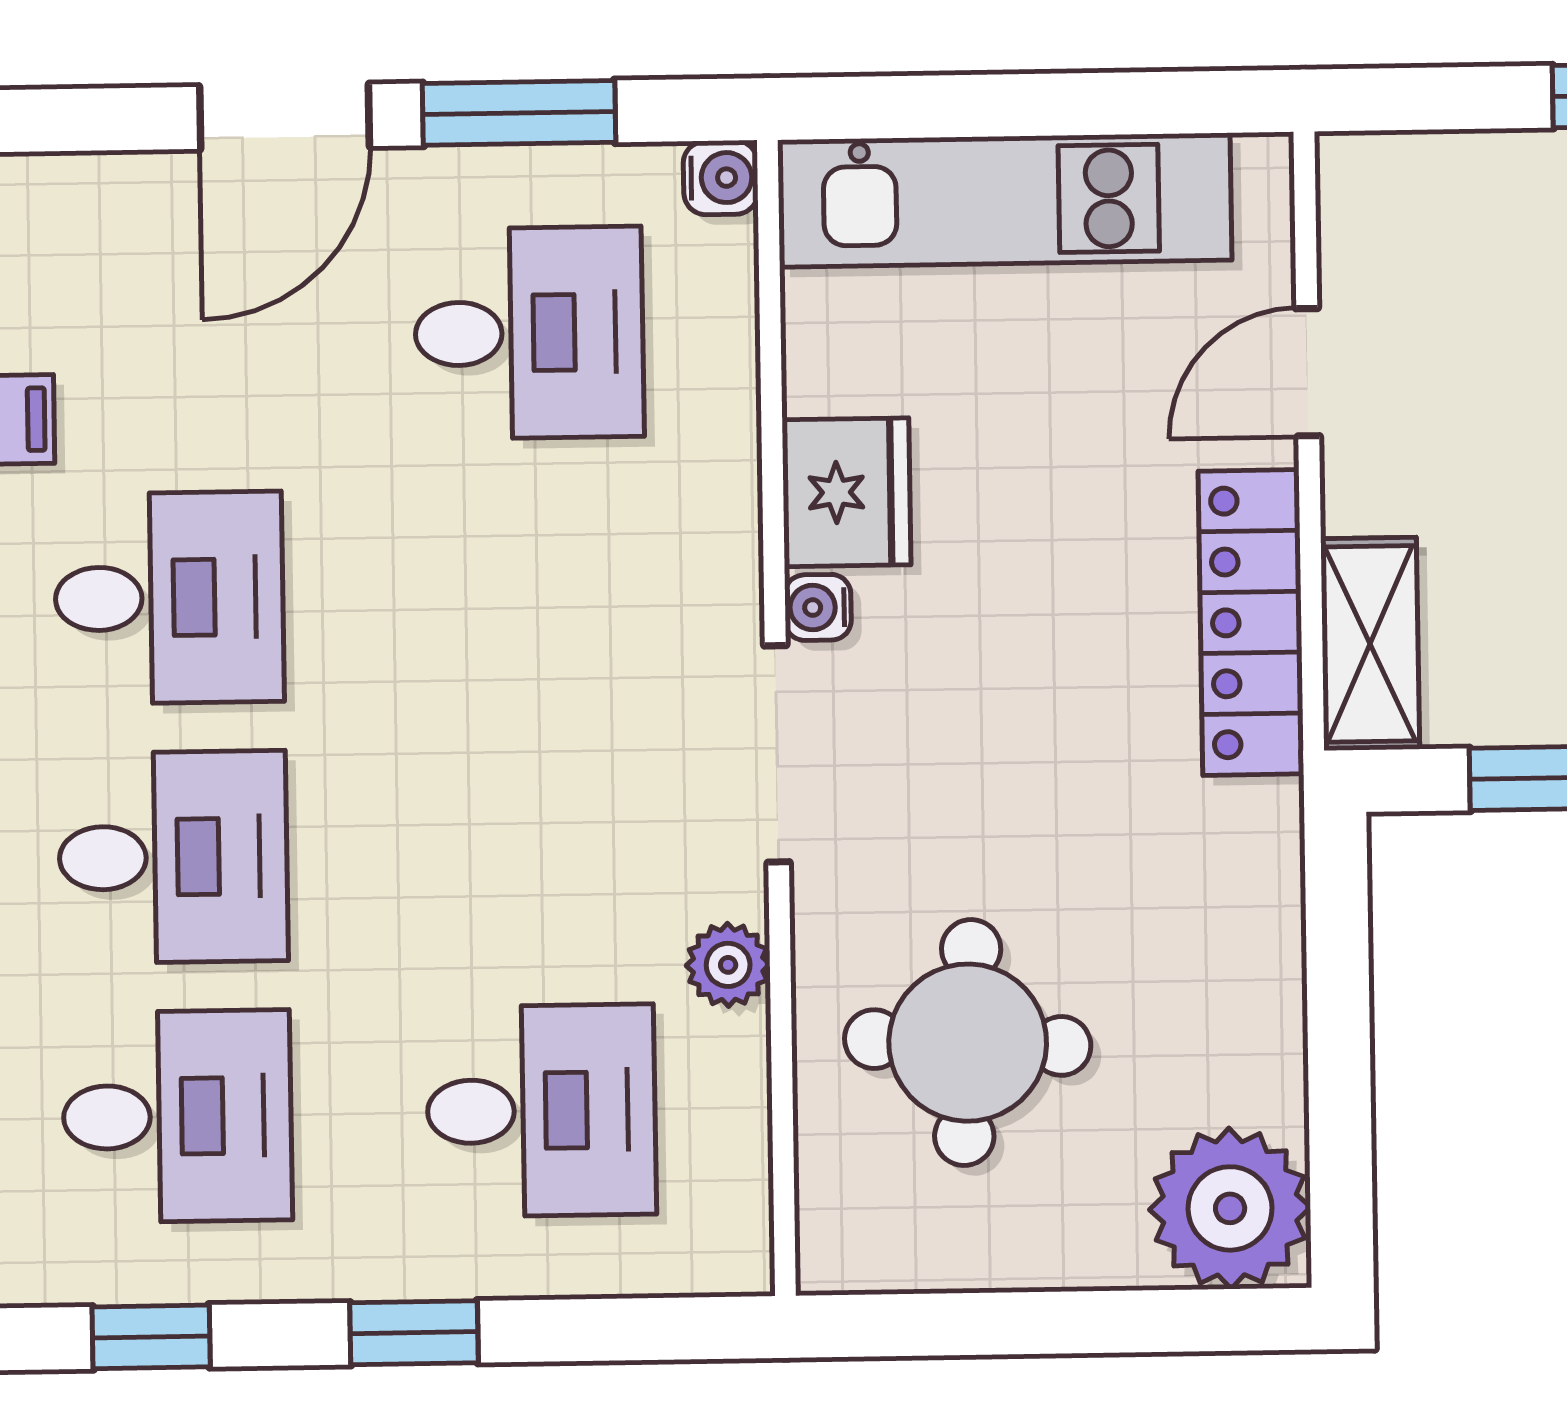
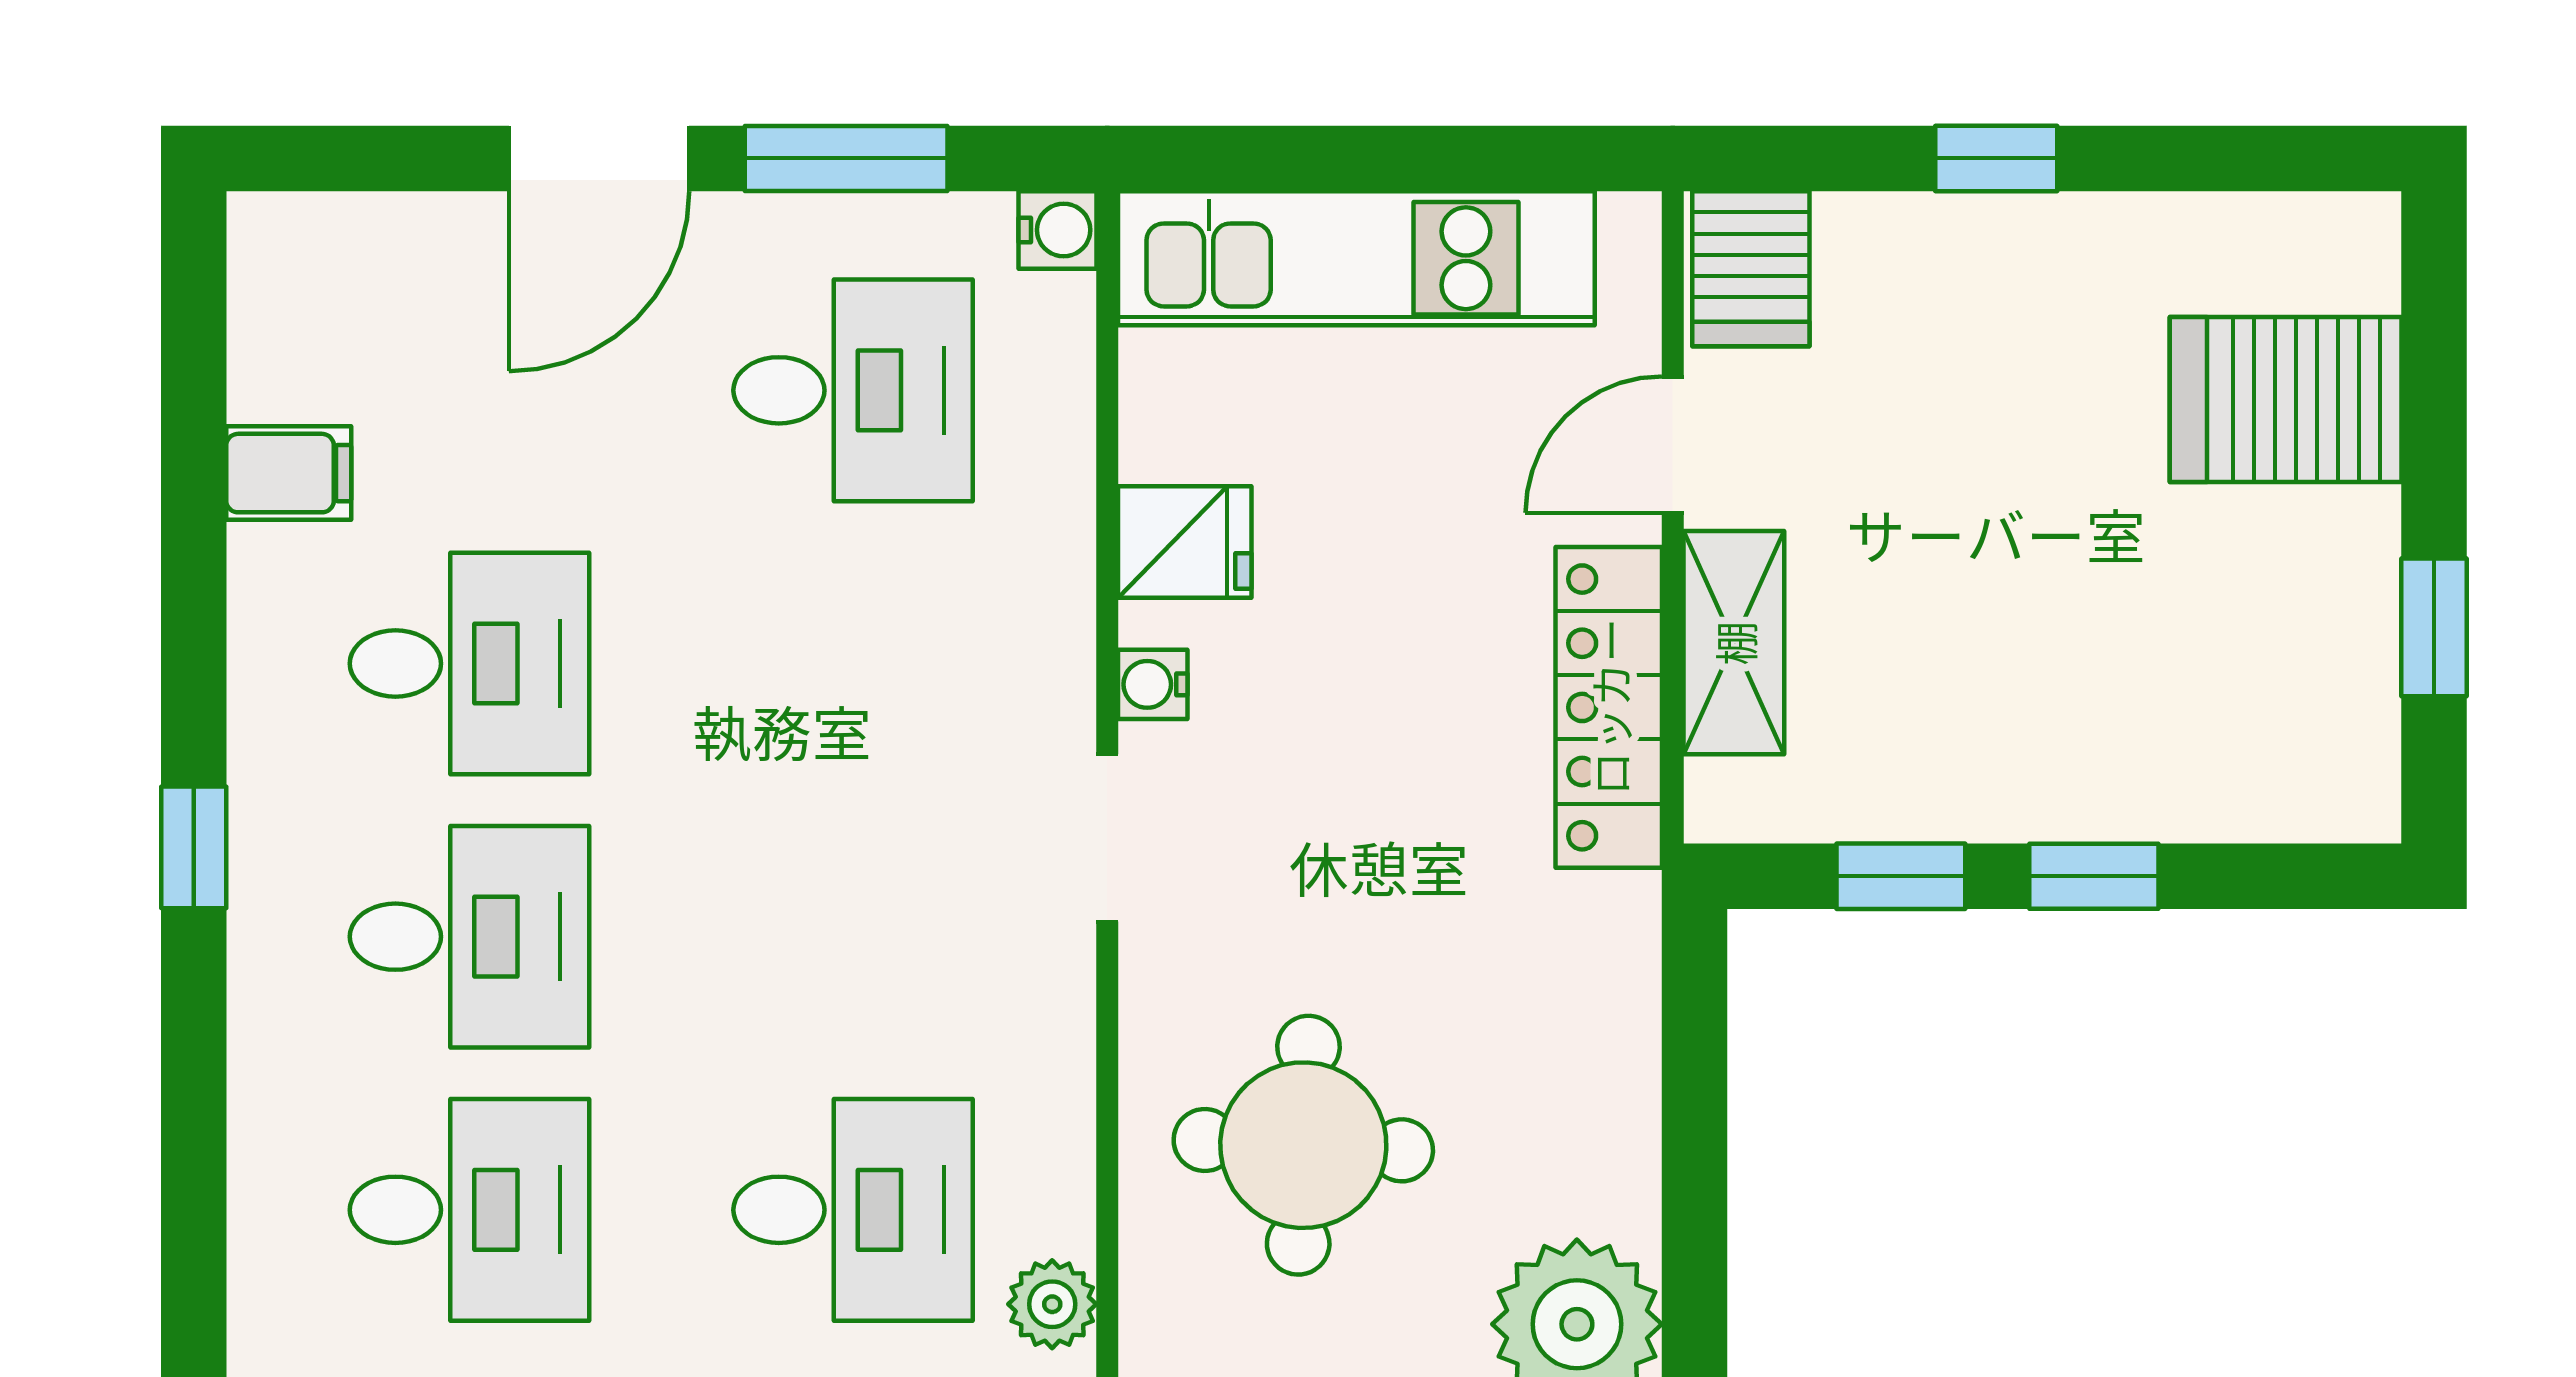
server rack: (1379, 204) -> (1751, 269), added
fridge: (846, 492) -> (1185, 542), width x0.72
shelving: (1370, 644) -> (1734, 643), moved
doorway: (777, 754) -> (1107, 838), width x0.73
plant: (728, 965) -> (1052, 1304), moved

